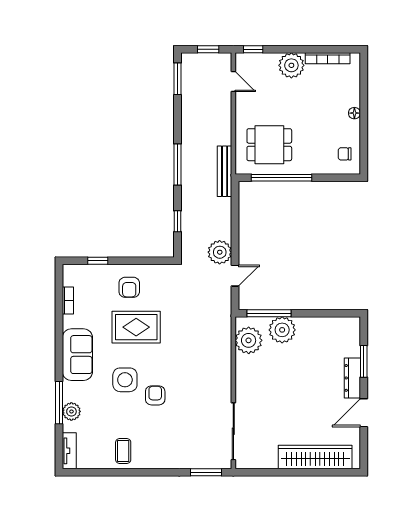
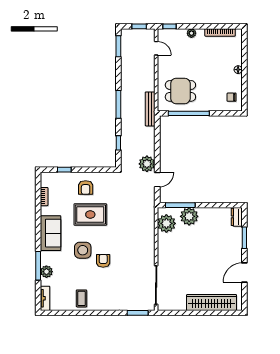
plant: (291, 65) -> (191, 33), width x0.53, depth x0.53
dresser: (352, 378) -> (237, 217), moved, width x0.70

